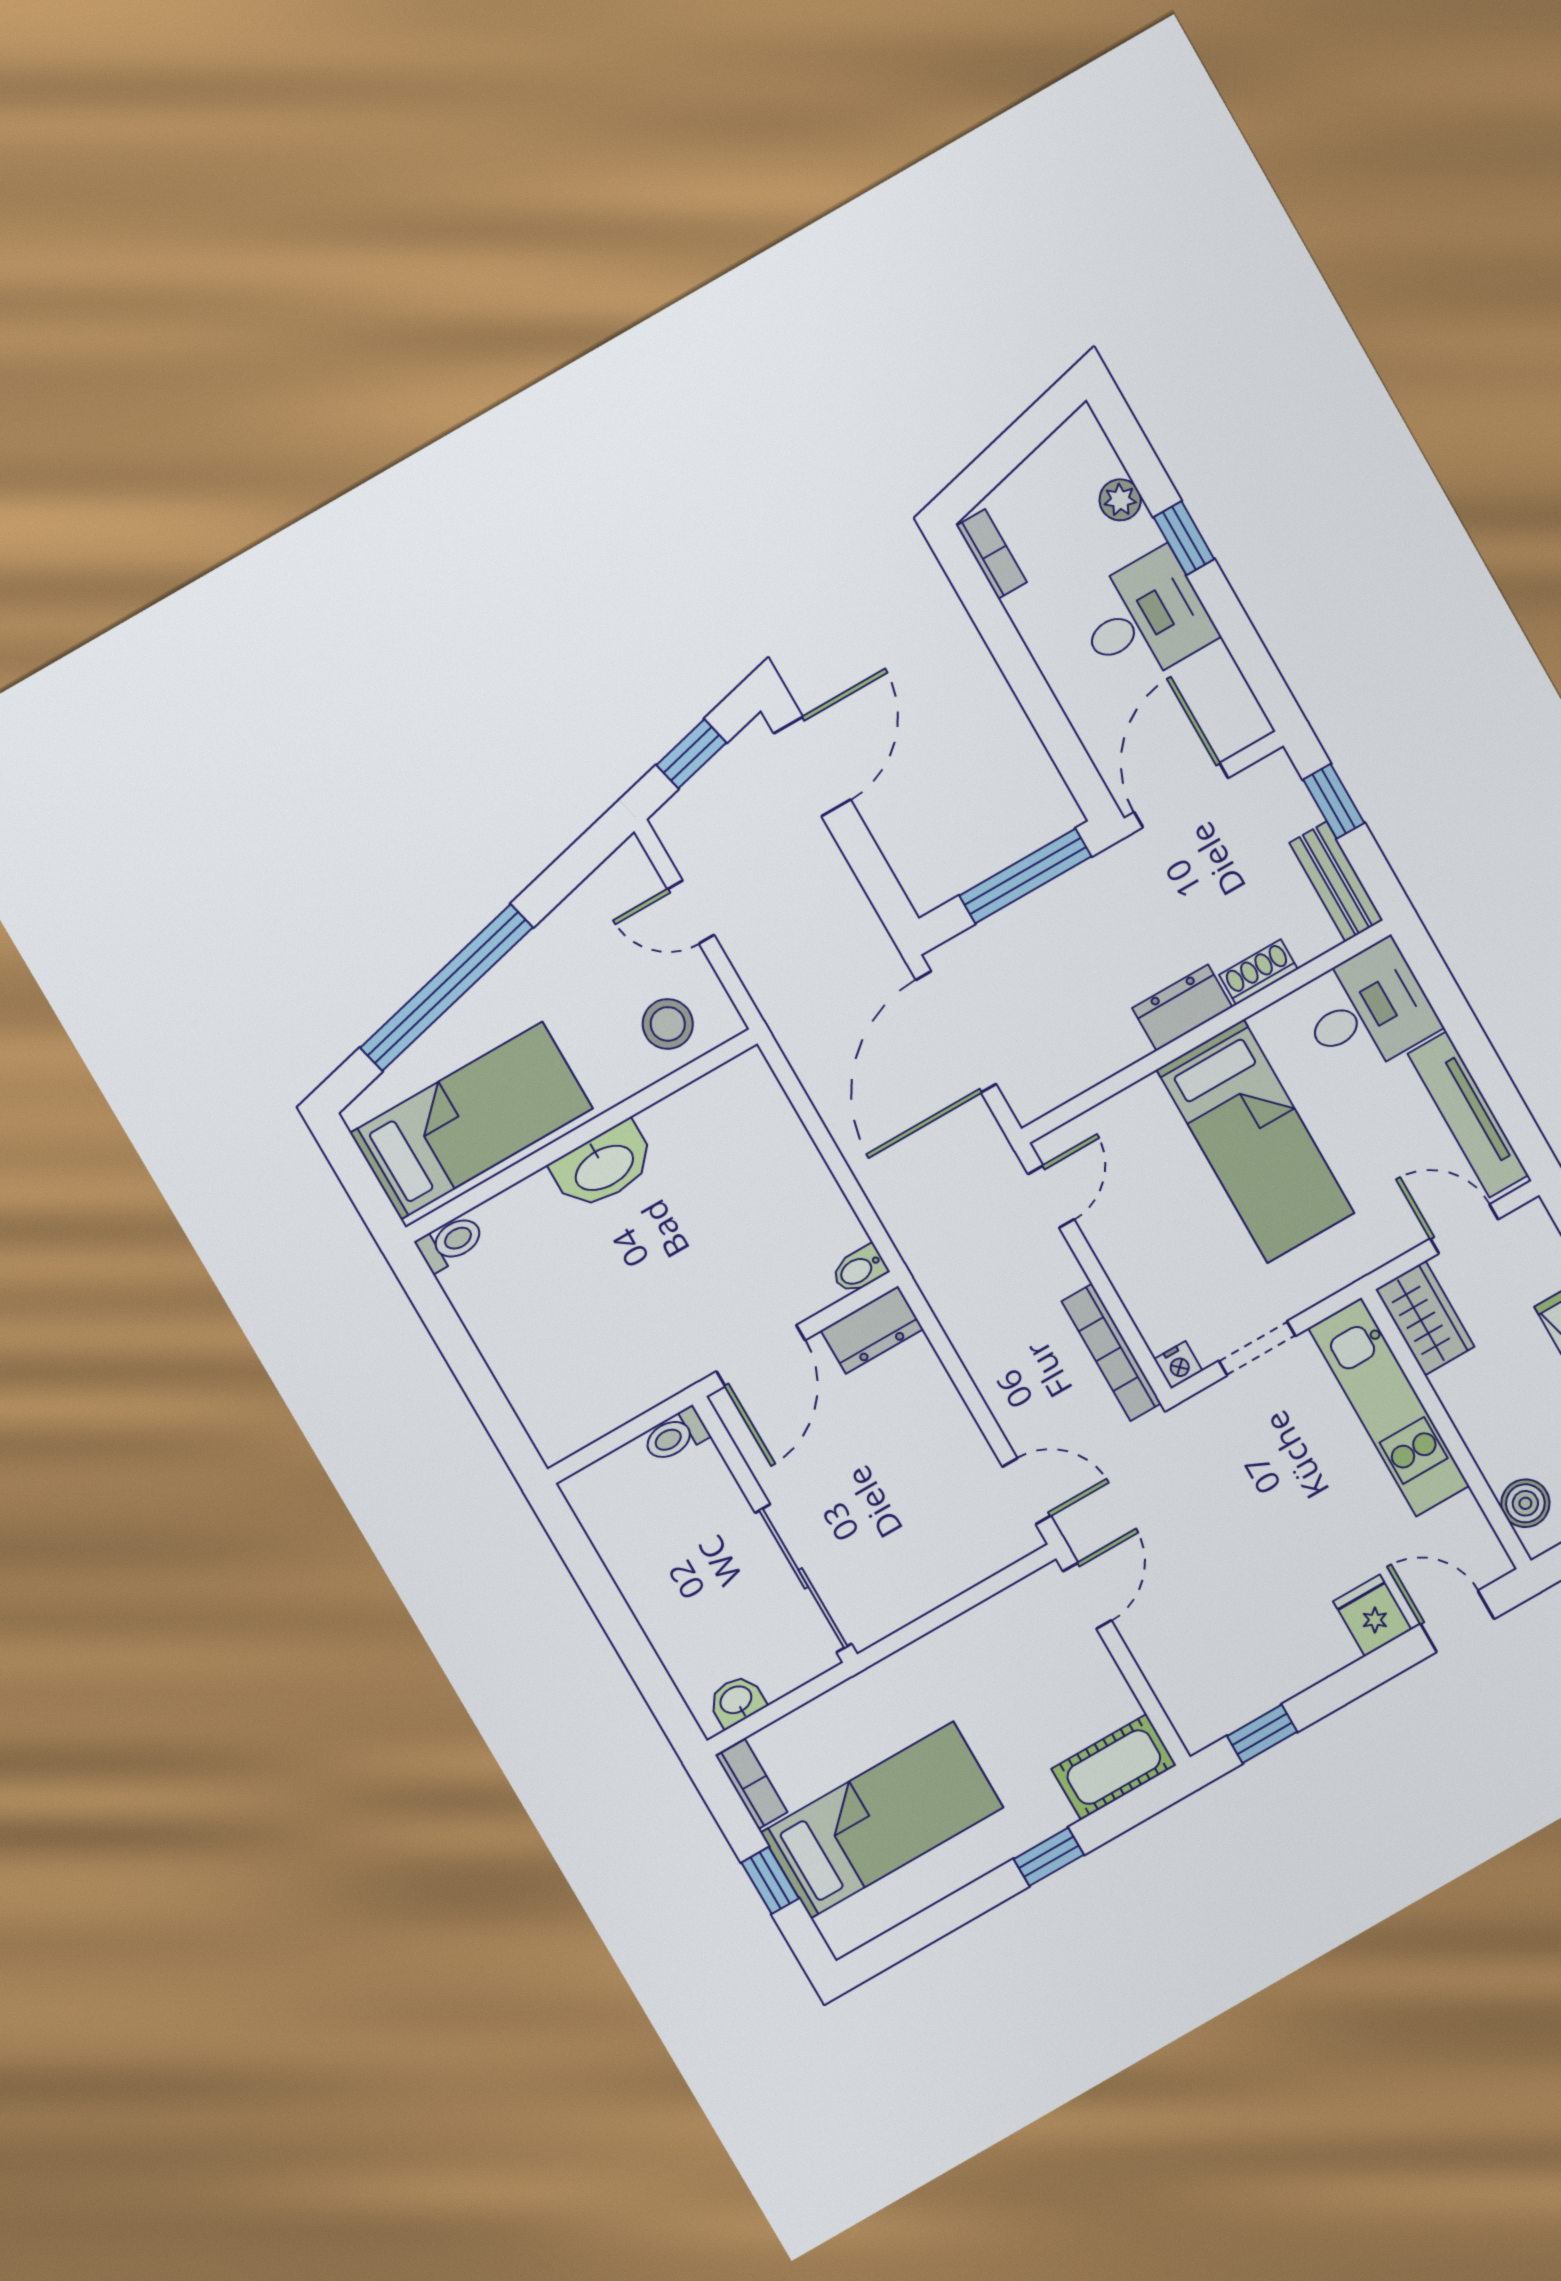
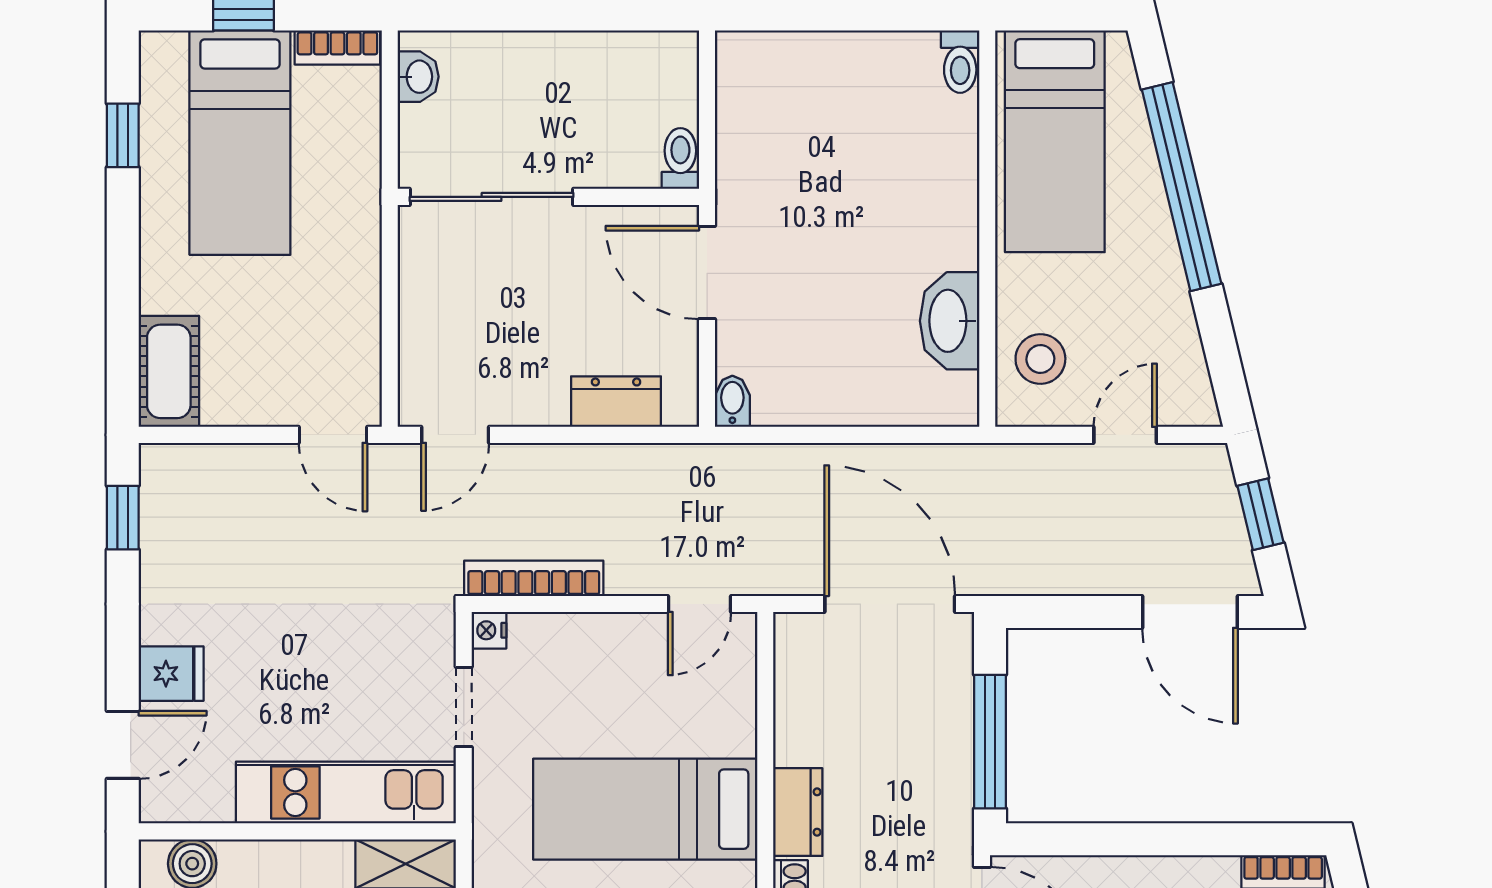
washbasin: (603, 1166) -> (950, 321), moved
door: (1051, 1197) -> (700, 604), hinge flipped
dresser: (872, 1330) -> (616, 402), moved, turned 90
window: (1049, 1857) -> (123, 135), moved

